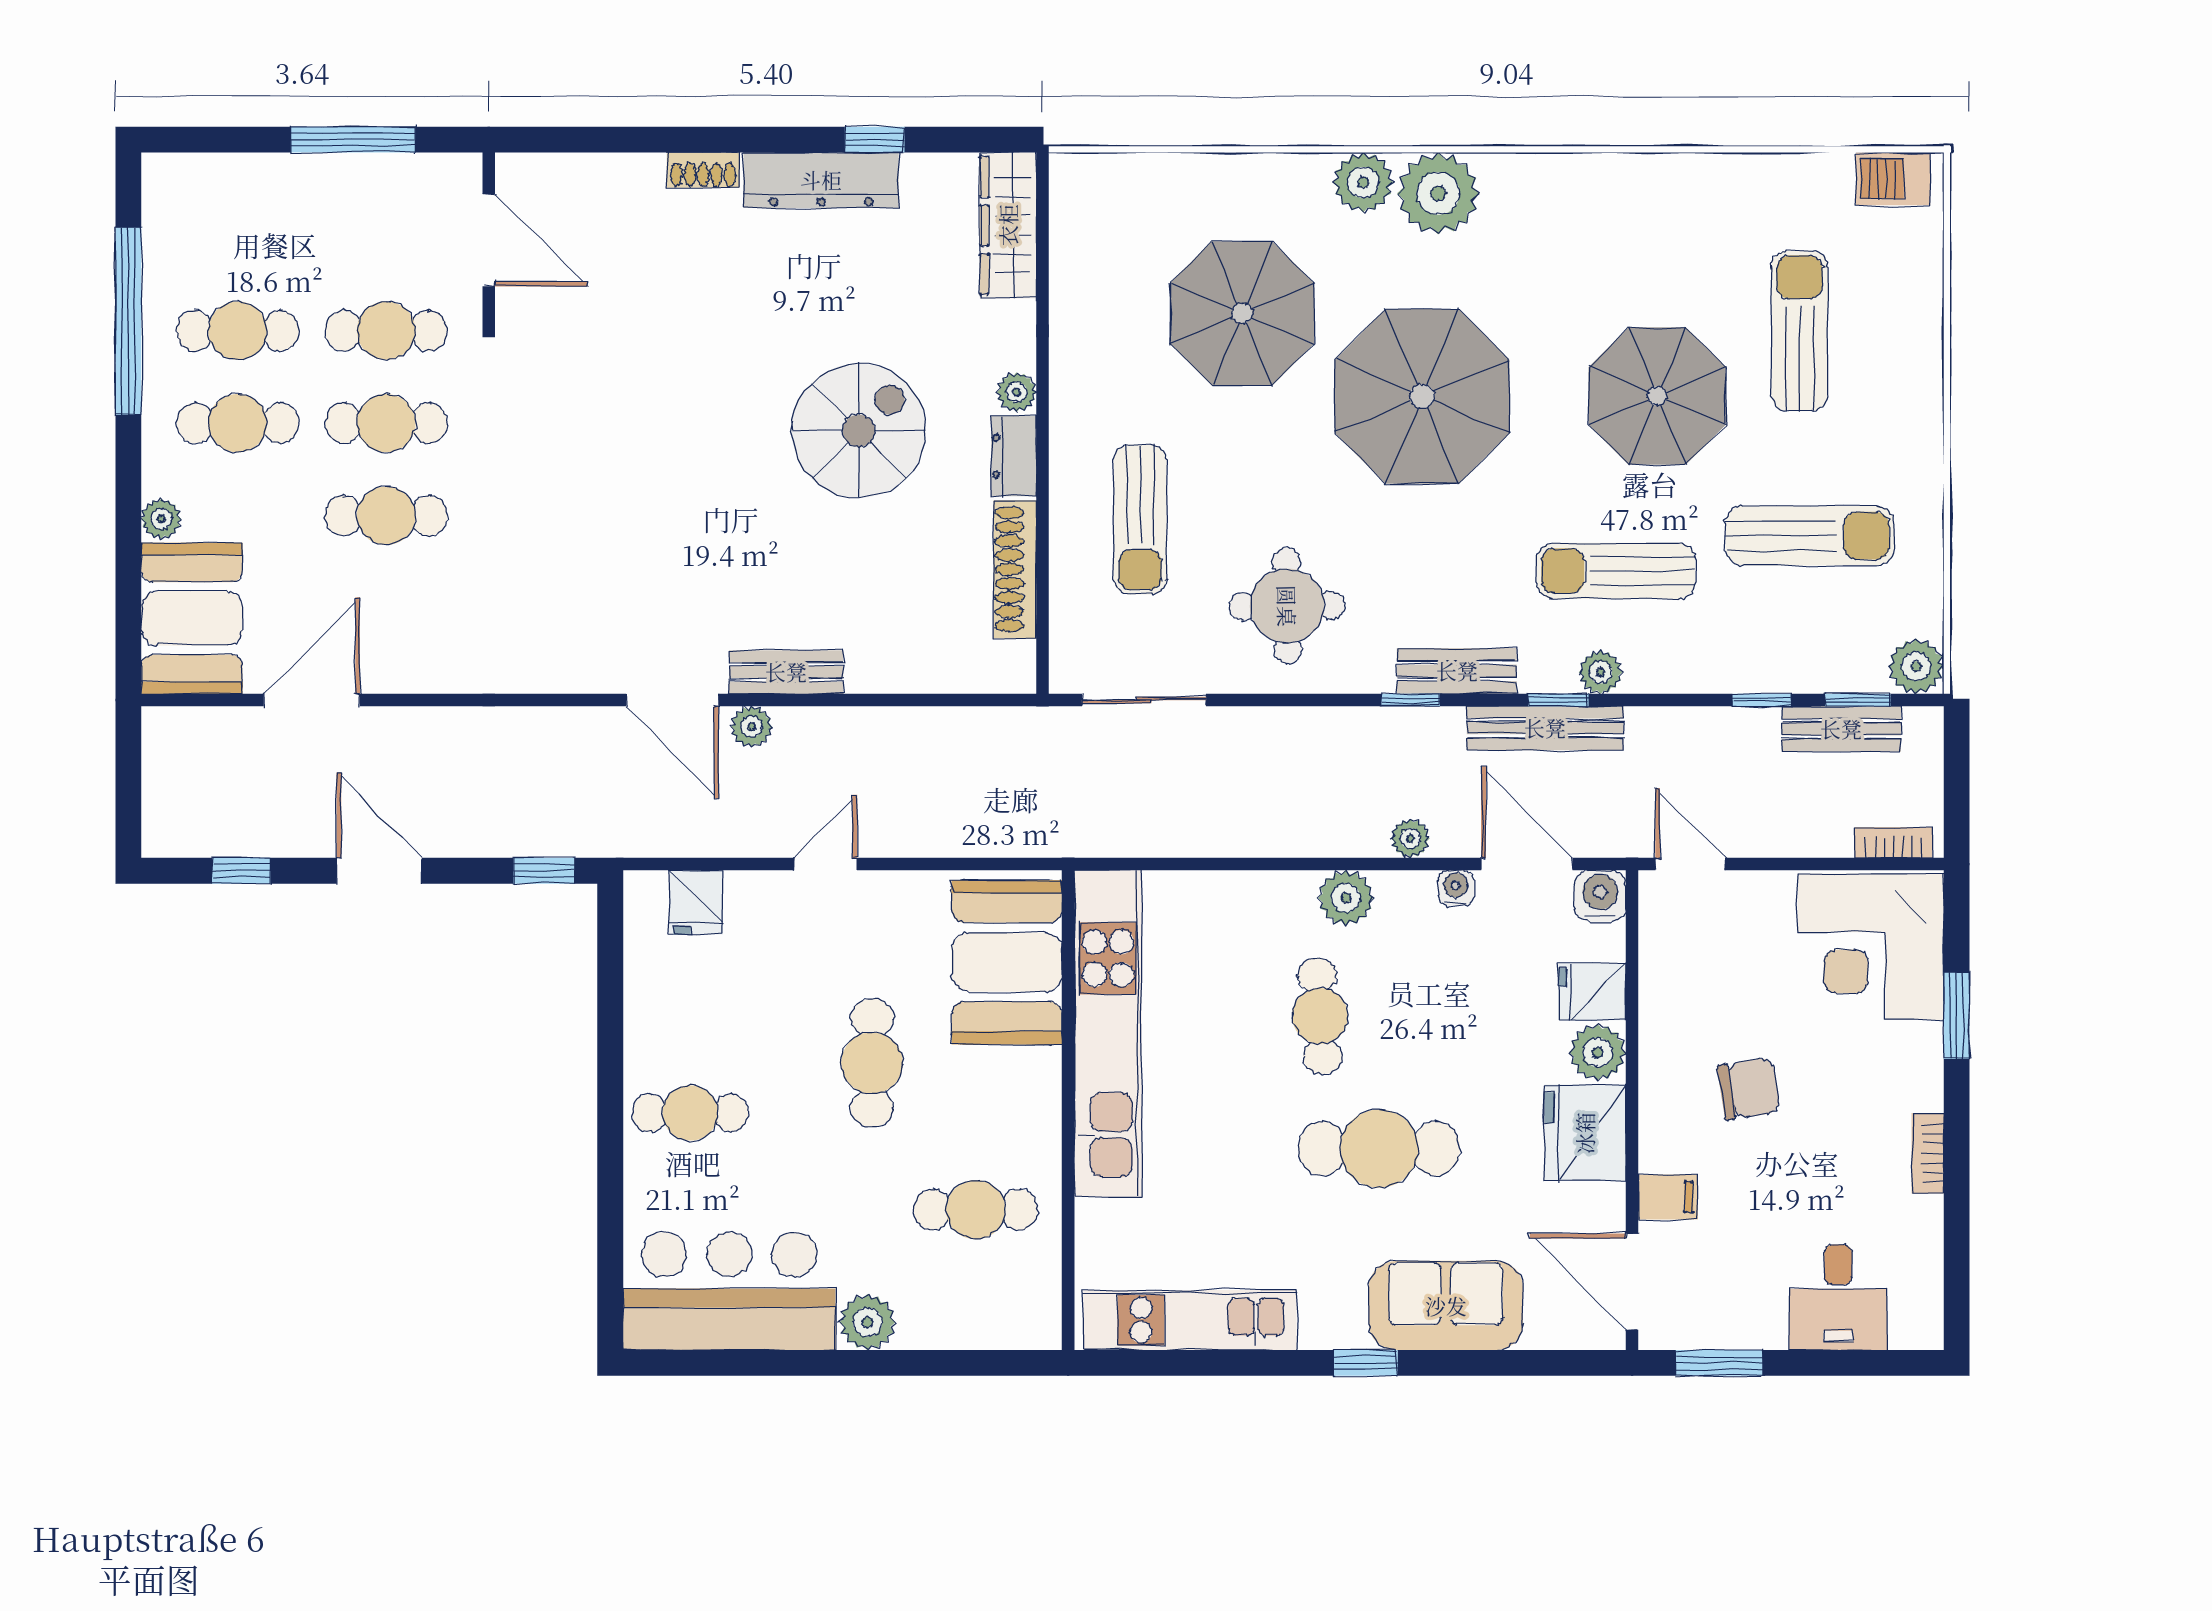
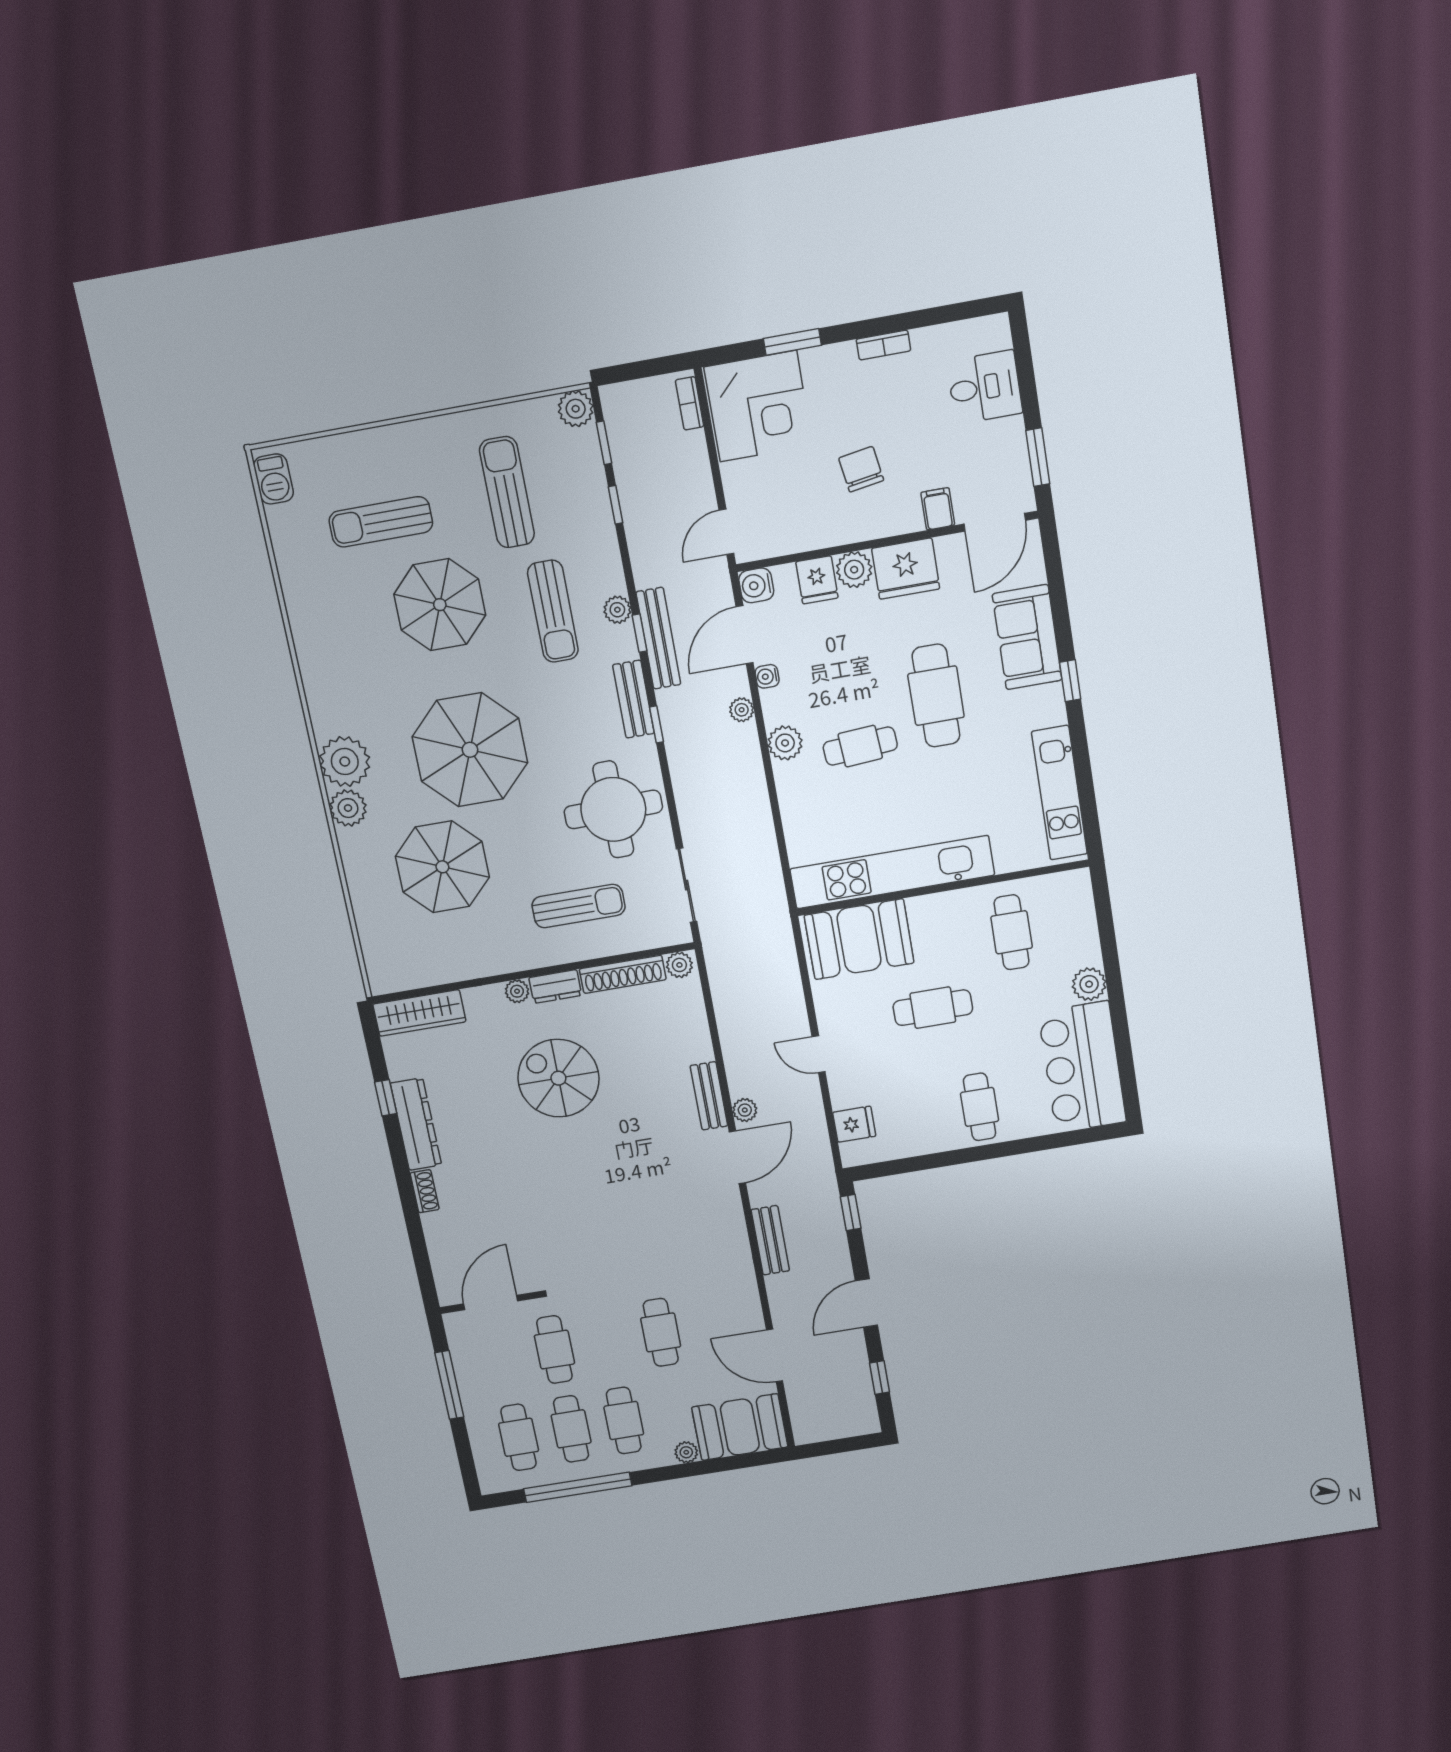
cafe table: (386, 423) -> (519, 1437), moved
round table: (1287, 606) -> (613, 809), width x1.36, depth x1.36
plant: (1015, 664) -> (679, 965), added
bench: (1841, 729) -> (770, 1240), moved

